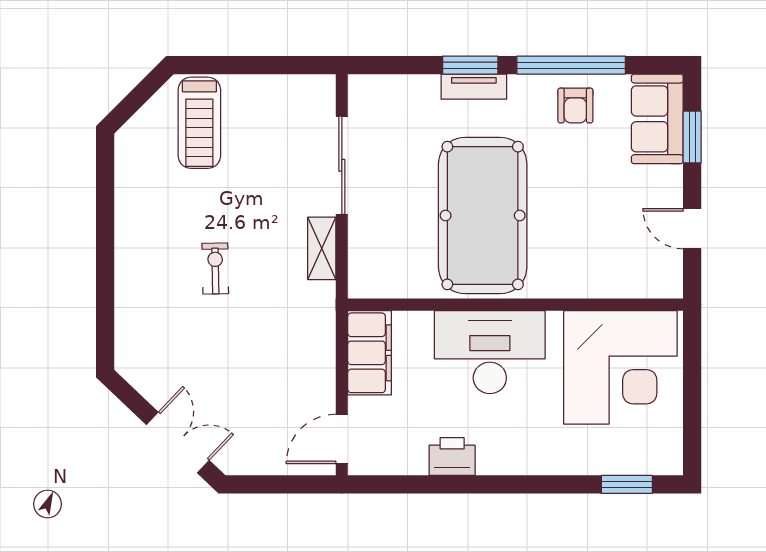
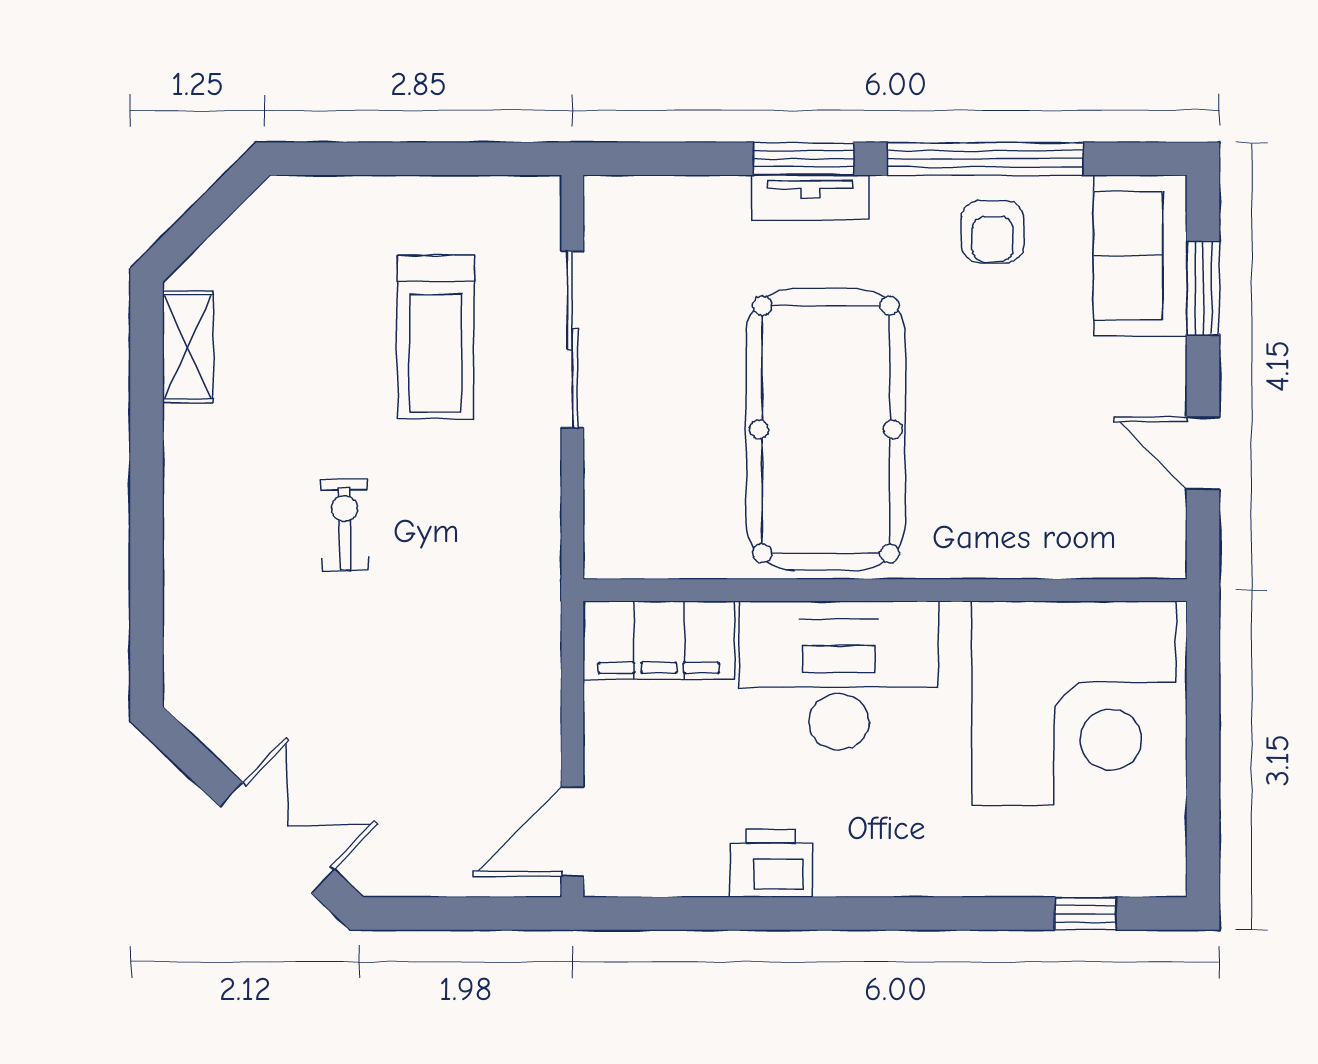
treadmill: (199, 123) -> (436, 337), moved
shelving: (322, 248) -> (188, 347), moved
filing cabinet: (370, 353) -> (659, 640), moved, turned 90
window: (627, 484) -> (1085, 914), width x0.67

